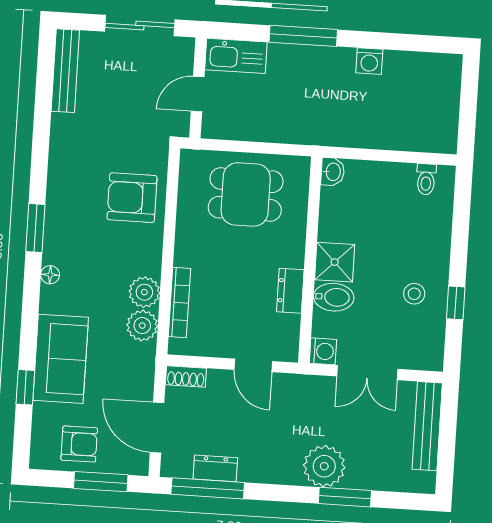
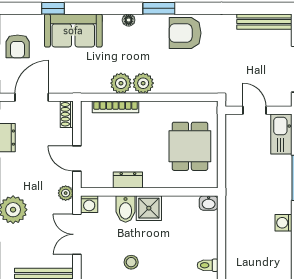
armchair: (132, 198) -> (185, 33), moved, turned -90
plant: (142, 326) -> (143, 83), moved
door: (253, 365) -> (77, 158), hinge flipped
plant: (304, 386) -> (66, 193), added

